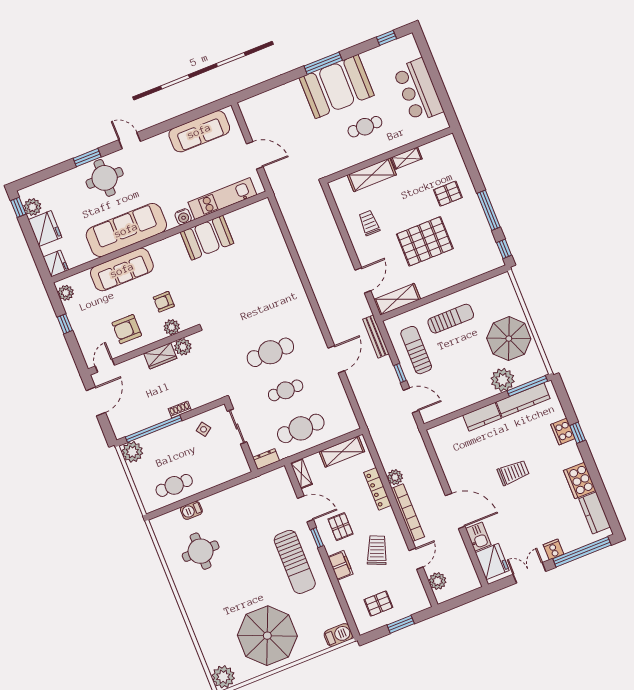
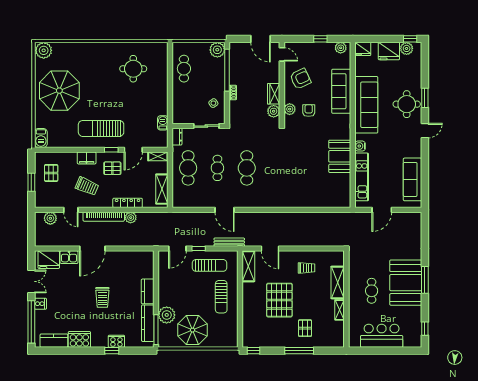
window: (489, 210) -> (299, 351), moved
armchair: (127, 329) -> (300, 79), turned 65
barbecue: (191, 510) -> (163, 123), moved

